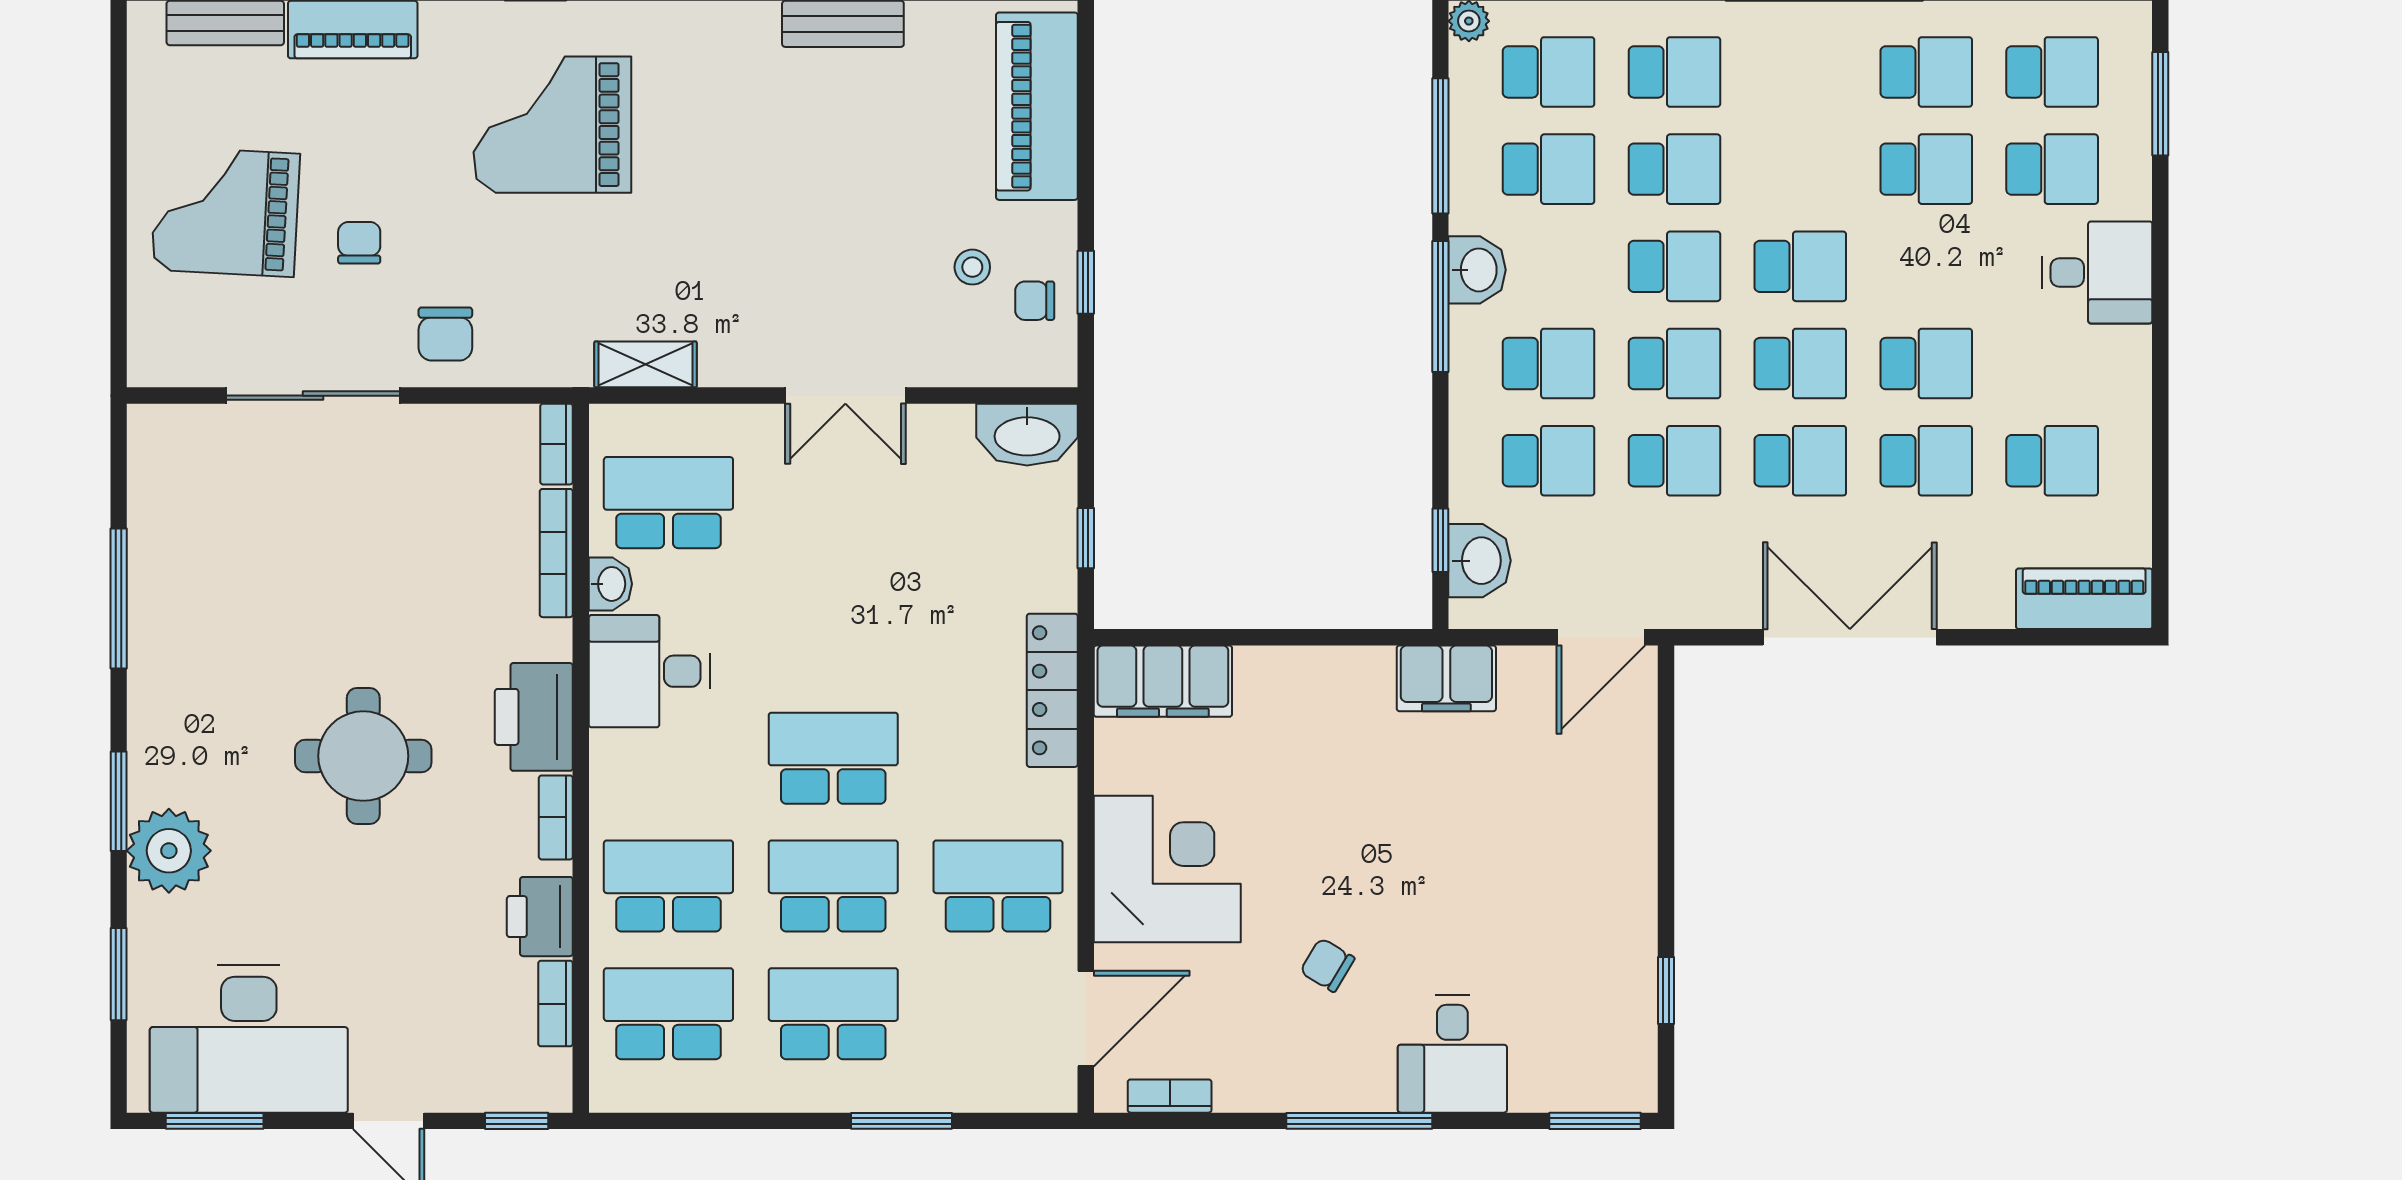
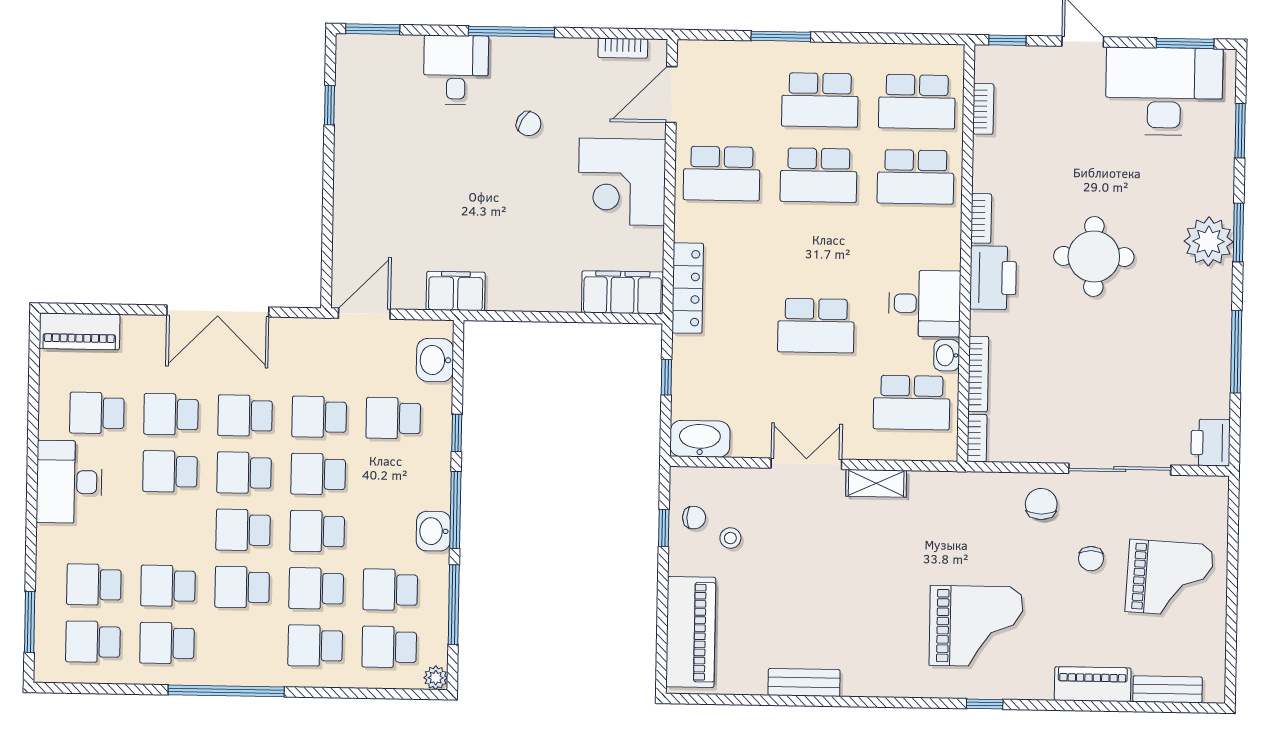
desk: (2097, 272) -> (69, 482), moved, width x1.37
shelving: (646, 364) -> (876, 483), moved
school desk: (1549, 364) -> (242, 587), moved
window: (1440, 540) -> (457, 433), moved
school desk: (833, 758) -> (816, 326), moved
plant: (169, 851) -> (1209, 241), moved
printer: (540, 917) -> (1211, 443), moved, turned 180

